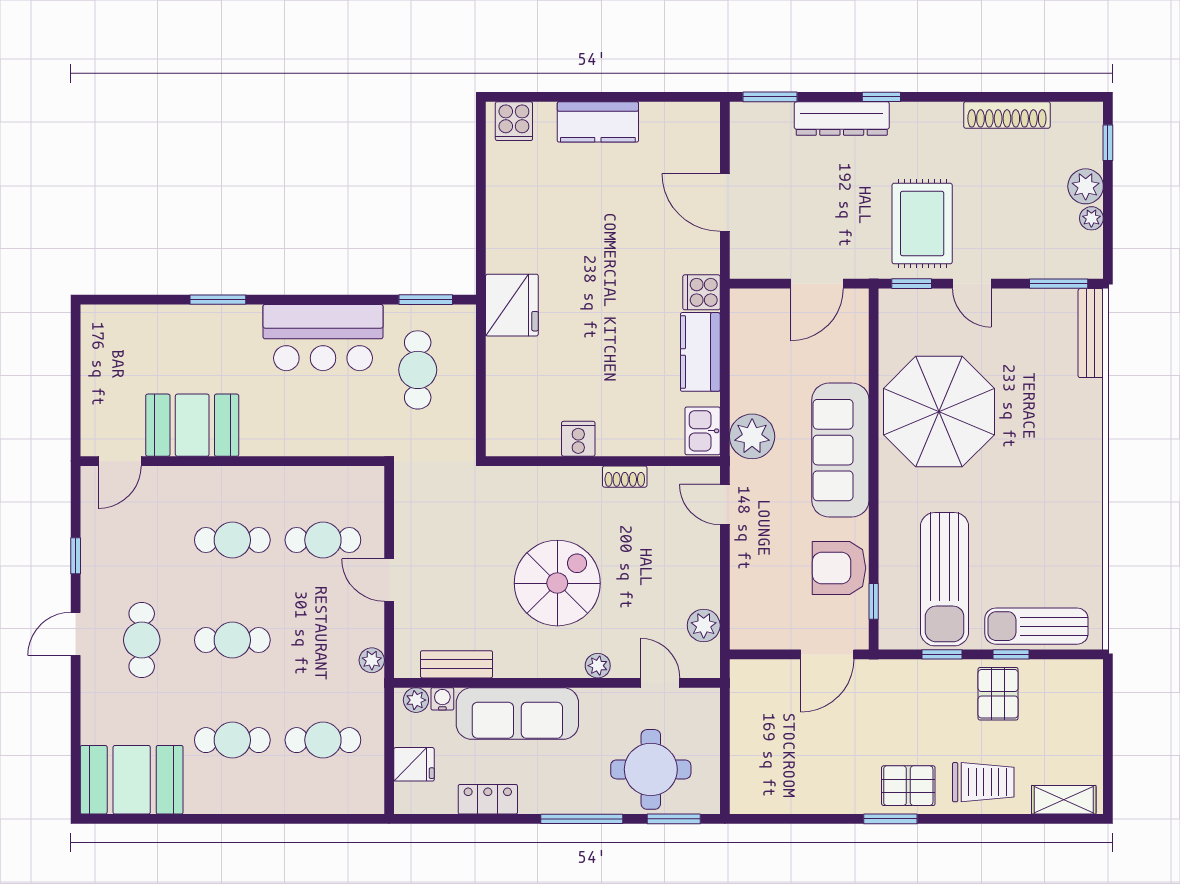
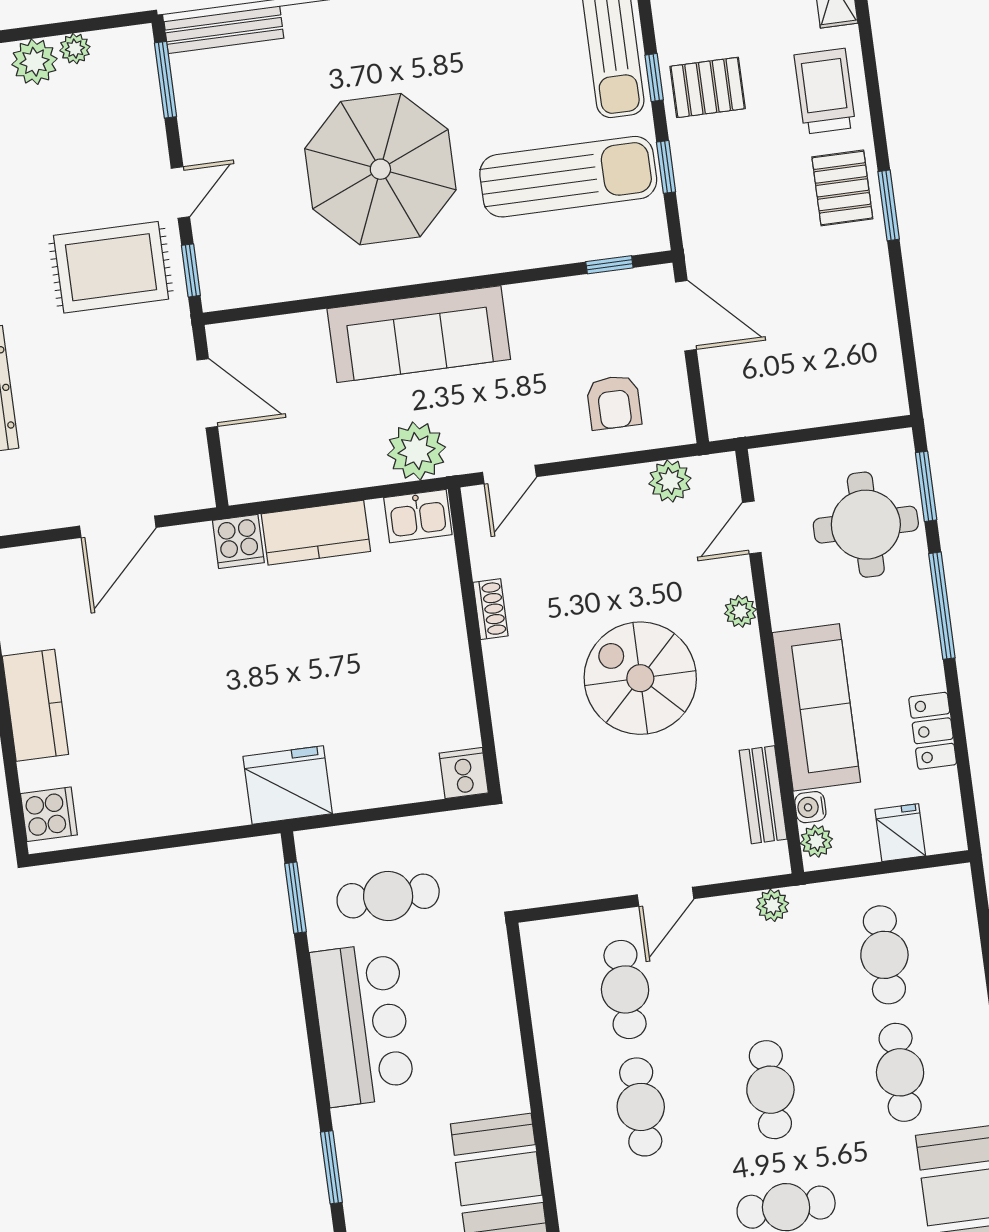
parasol: (939, 412) -> (380, 169), moved
cooker: (578, 439) -> (464, 773), moved, turned 90
armchair: (839, 568) -> (614, 402), moved, width x0.72, depth x0.72

